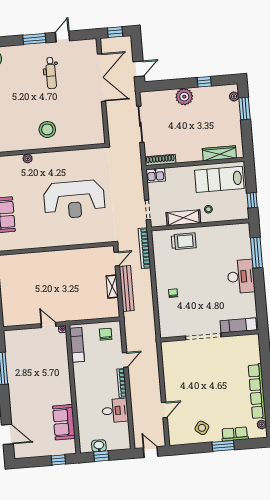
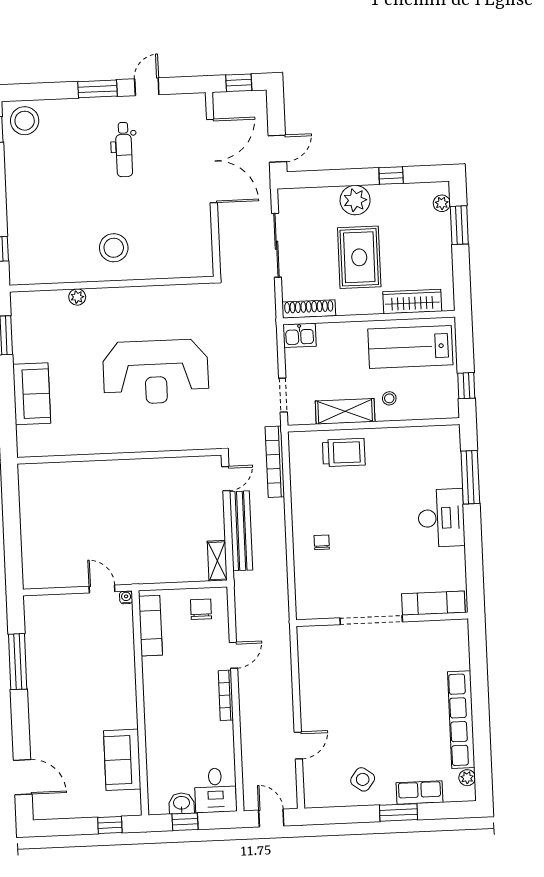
rug: (188, 129) -> (359, 257), added
shelving: (112, 287) -> (217, 561), moved
desk: (115, 411) -> (215, 790), moved, turned 90

